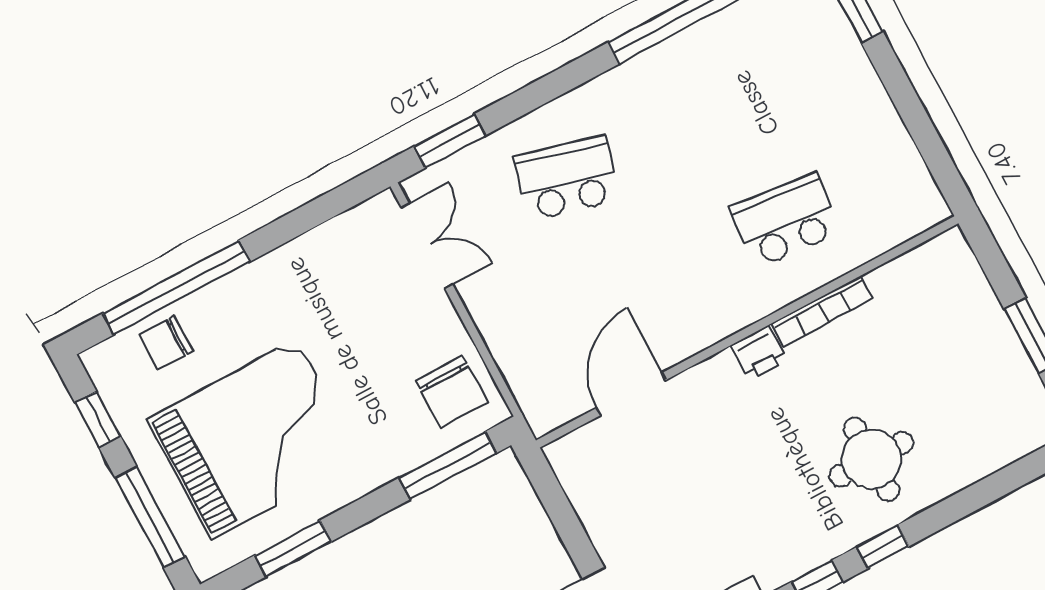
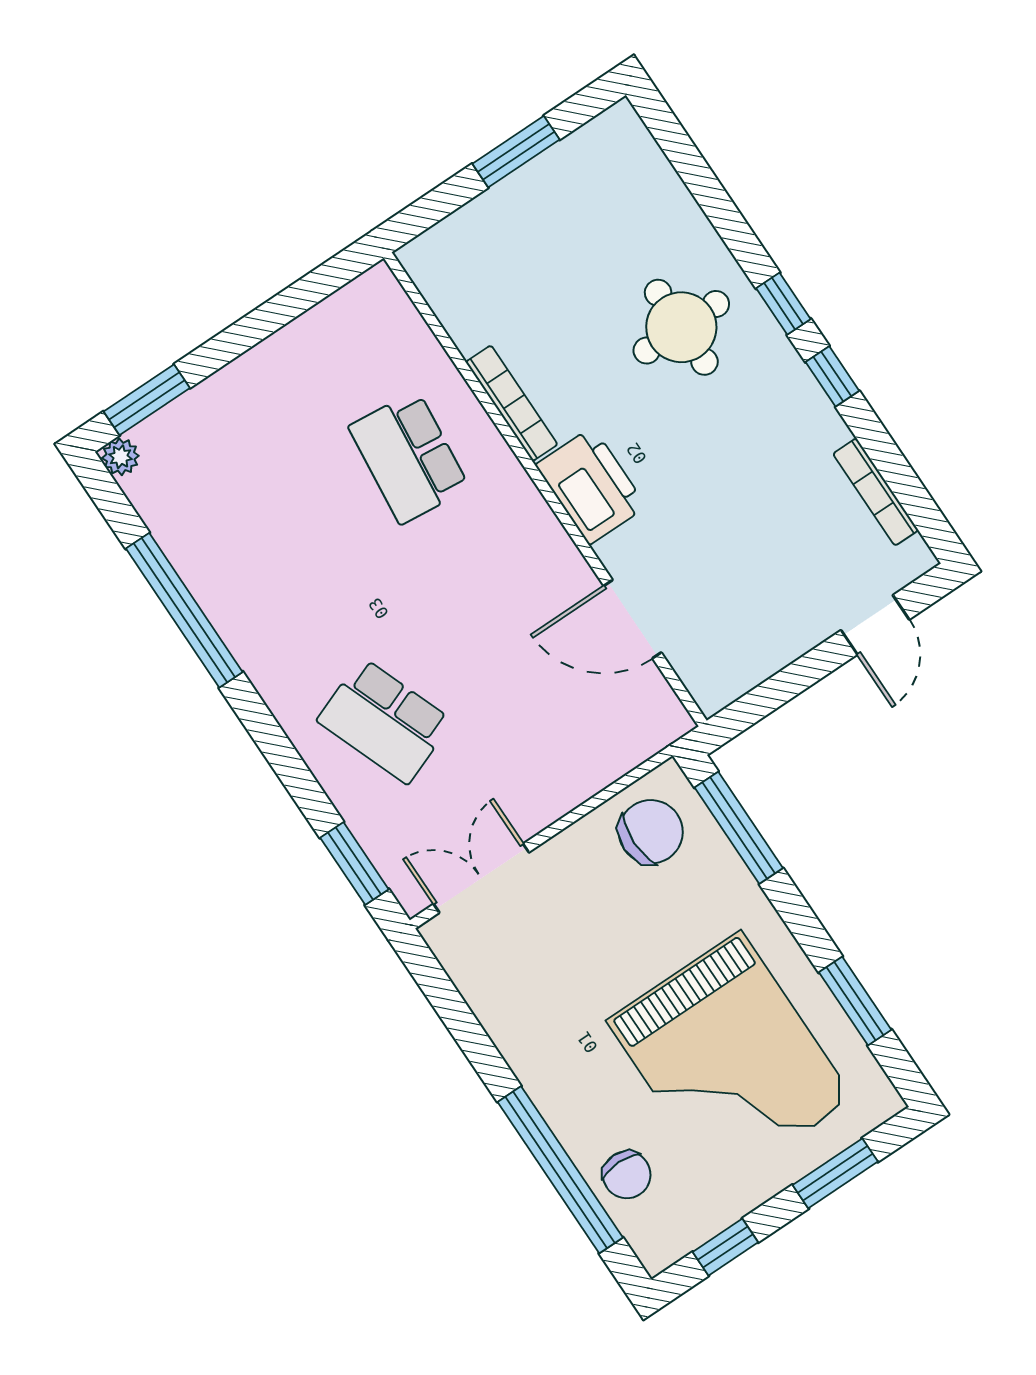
school desk: (567, 178) -> (385, 721), turned -36
printer: (759, 353) -> (591, 486), width x1.87, depth x1.48
grand piano: (254, 439) -> (730, 1060), turned 180
window: (150, 517) -> (835, 1173), width x0.69

